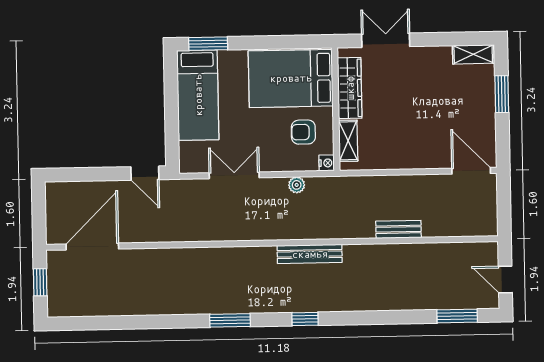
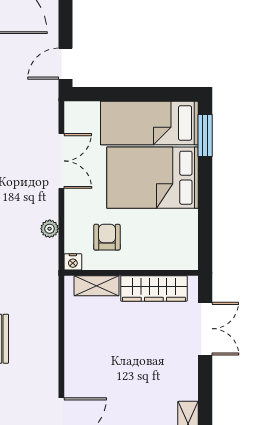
bed: (291, 78) -> (153, 178), moved, turned -90

